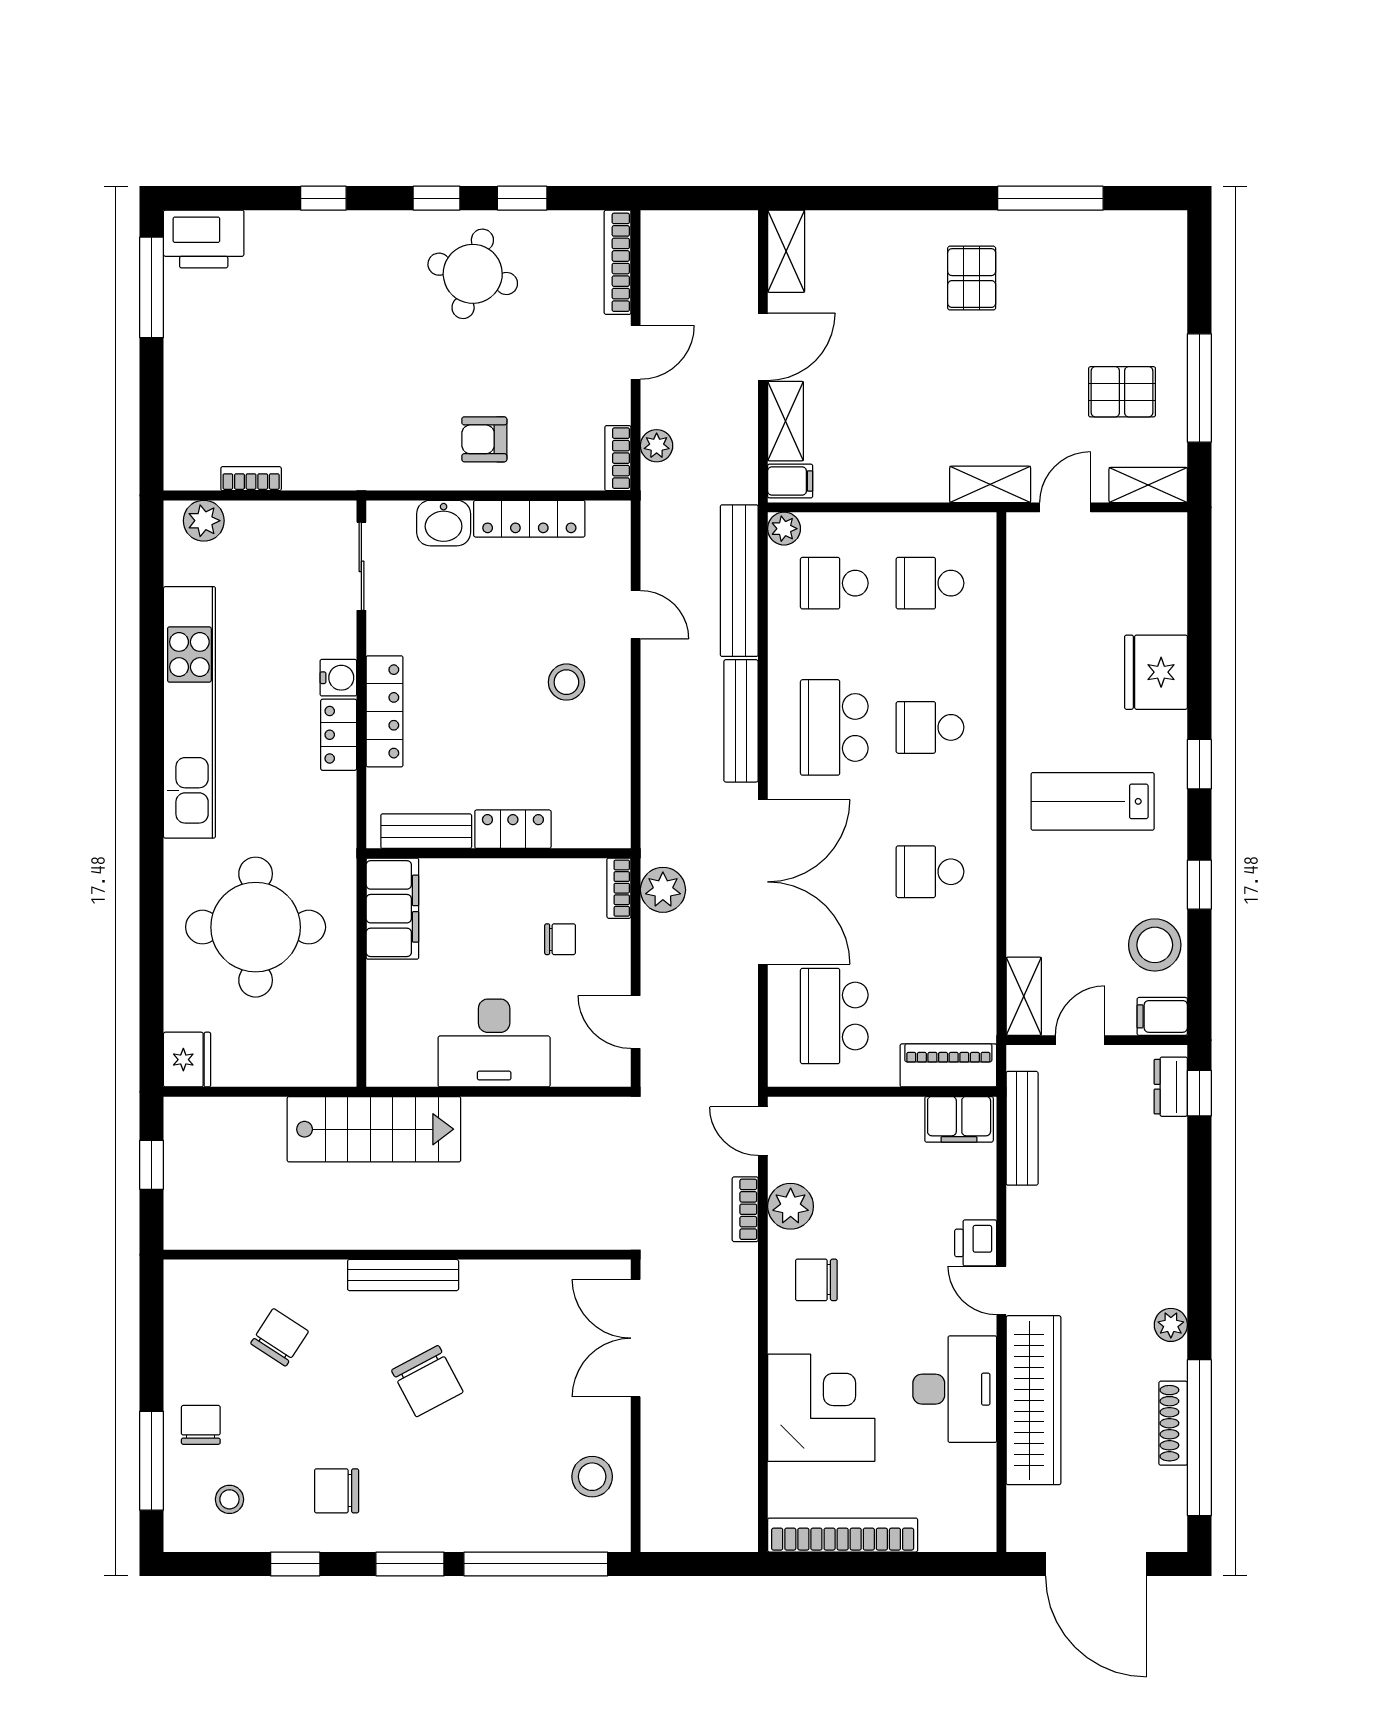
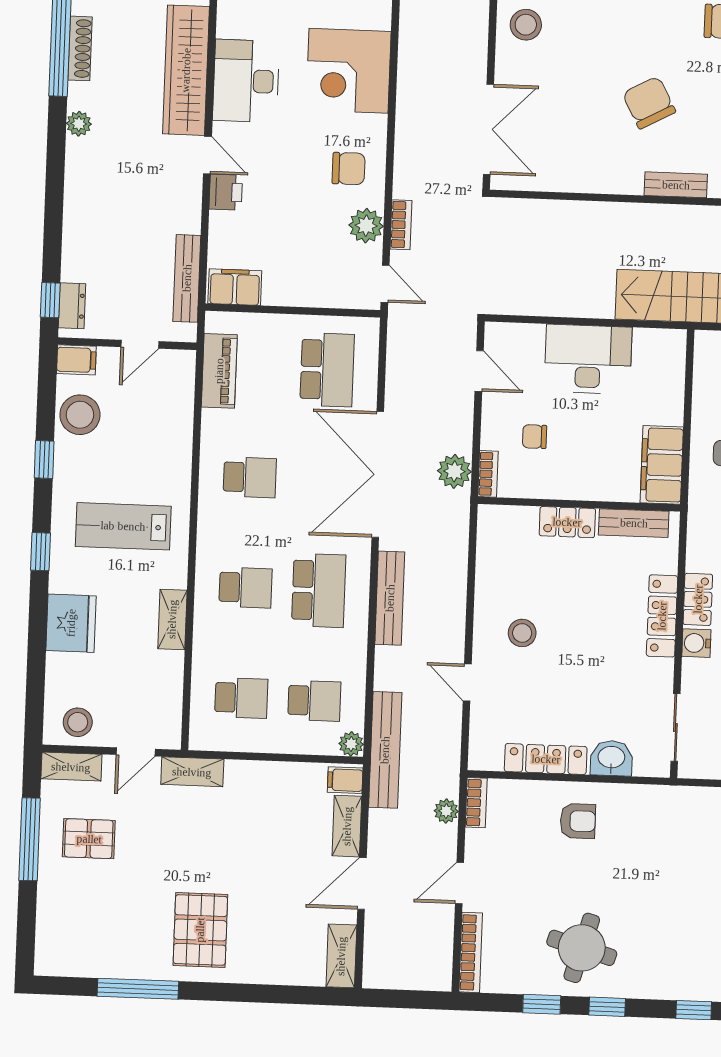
pallet: (972, 278) -> (200, 930), width x1.50, depth x1.42
stool: (1142, 543) -> (78, 722), added
bench: (739, 581) -> (385, 750), moved
lab bench: (1093, 801) -> (123, 526), turned 180
shelving: (1024, 996) -> (172, 619), moved
piano: (948, 1065) -> (219, 371), moved, turned -90
bench: (403, 1275) -> (676, 185), width x0.73

